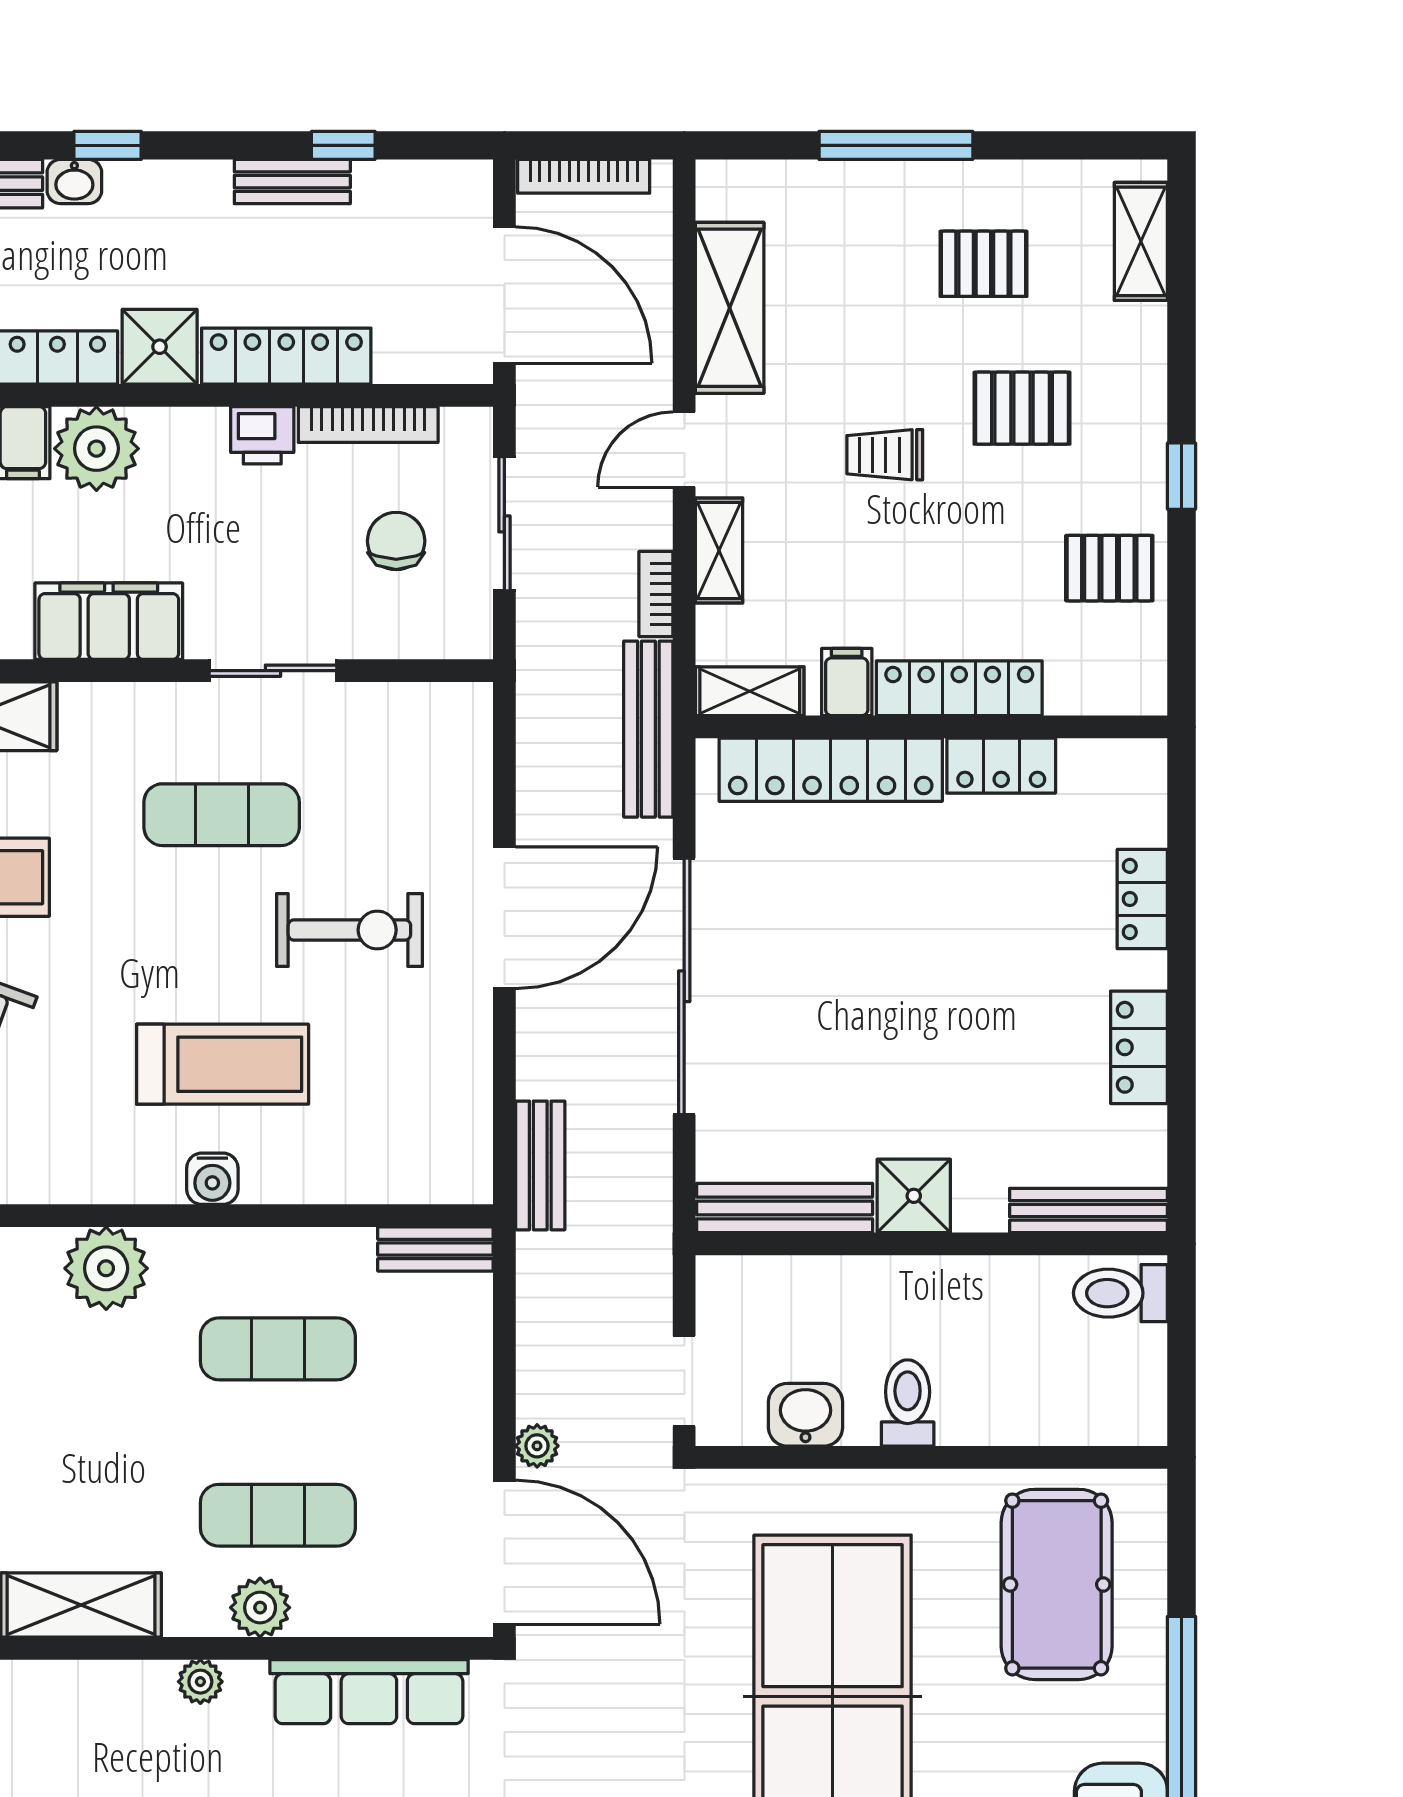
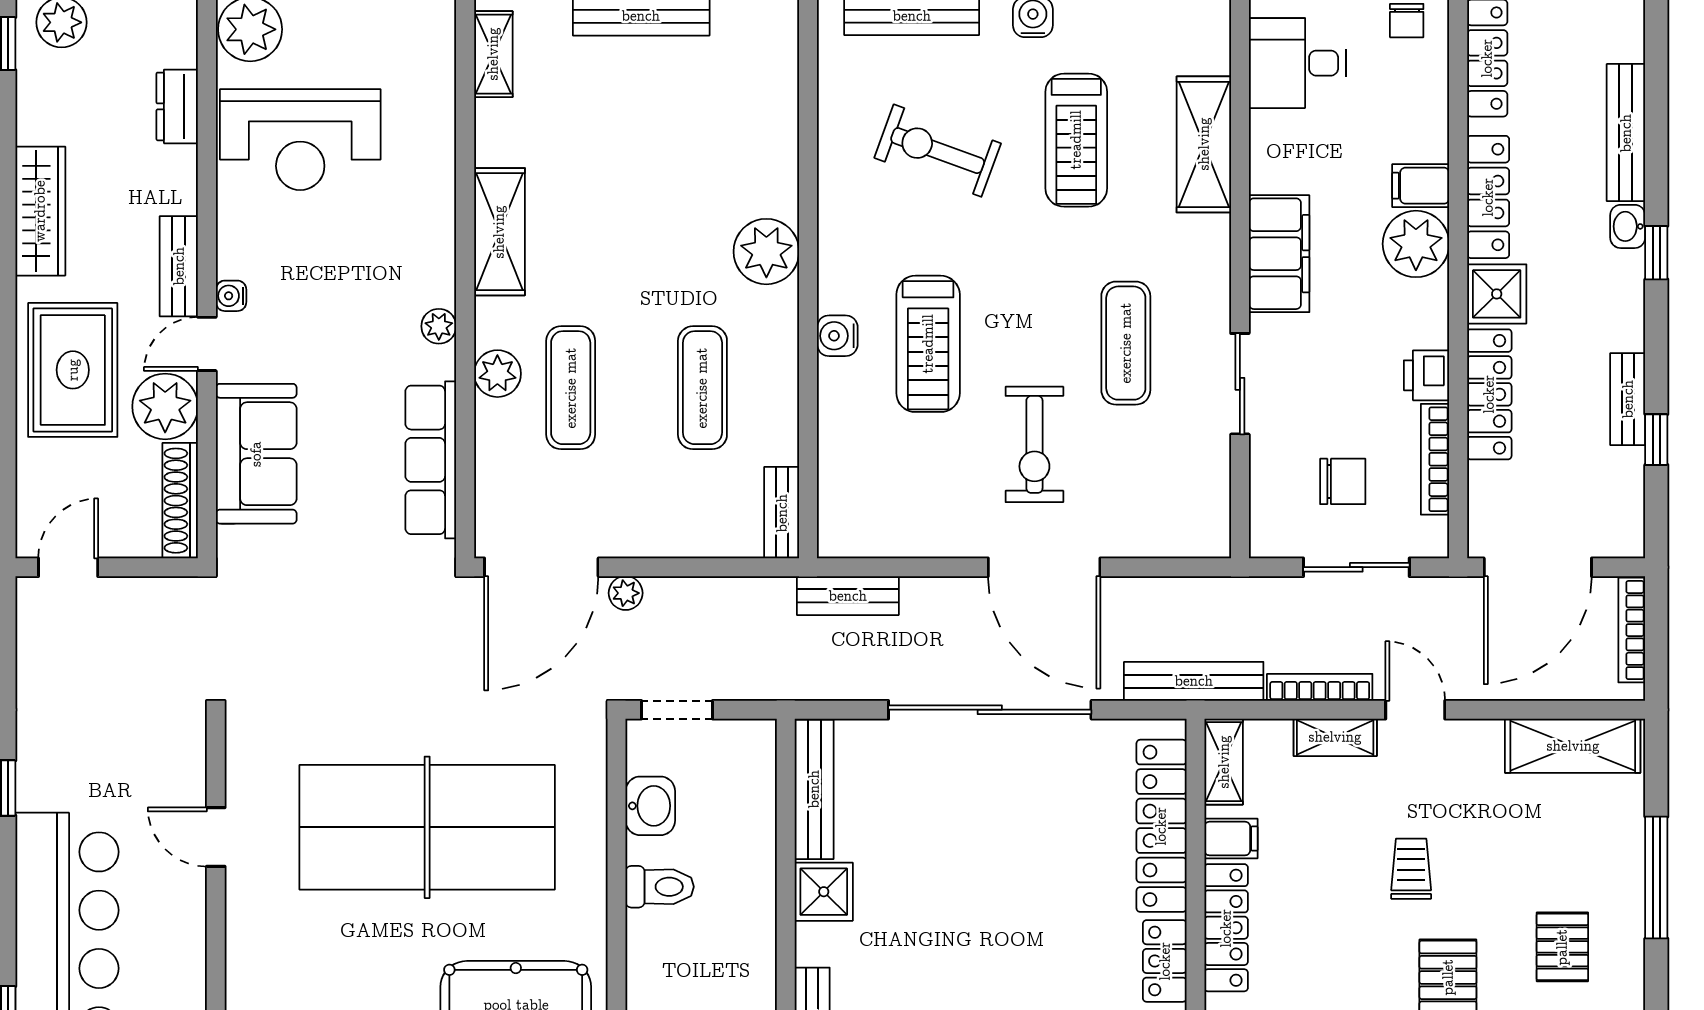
shelving: (730, 308) -> (1573, 746), moved
bookcase: (656, 594) -> (1320, 687), width x1.56

